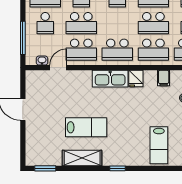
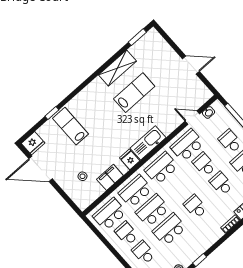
school desk: (81, 23) -> (204, 164), width x0.54
door: (58, 68) -> (192, 118), swing flipped
filing cabinet: (164, 78) -> (110, 177), width x2.00
lab bench: (86, 127) -> (134, 93), turned 180
window: (118, 168) -> (52, 113), moved

